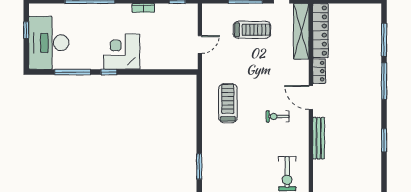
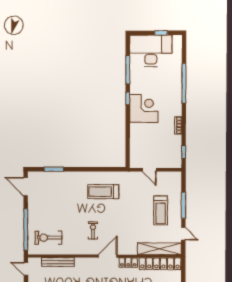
treadmill: (228, 103) -> (103, 192), turned 180
bench: (319, 138) -> (58, 262), moved

